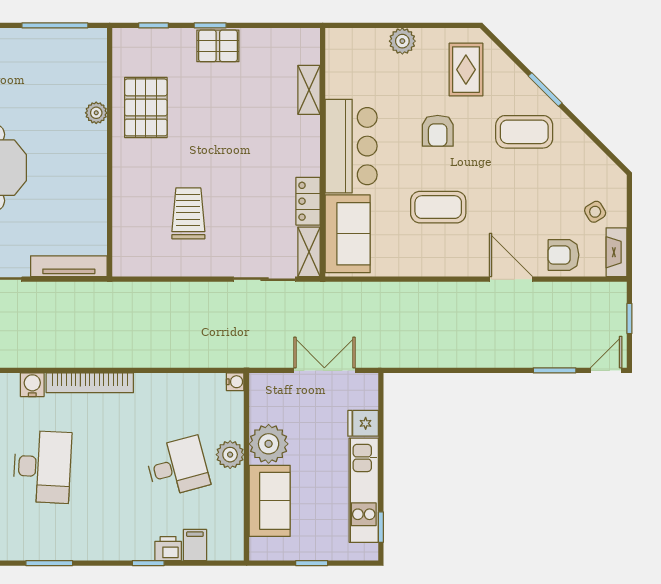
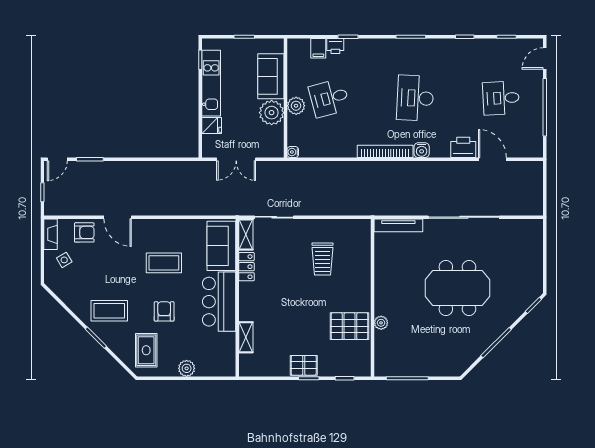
pallet: (146, 107) -> (349, 326), turned 90

